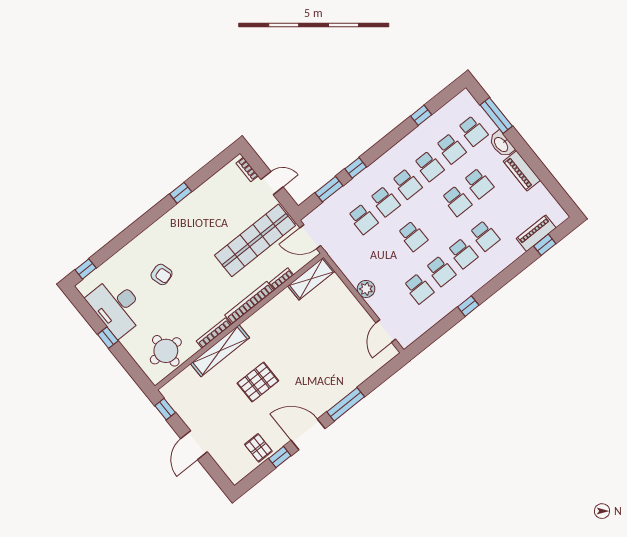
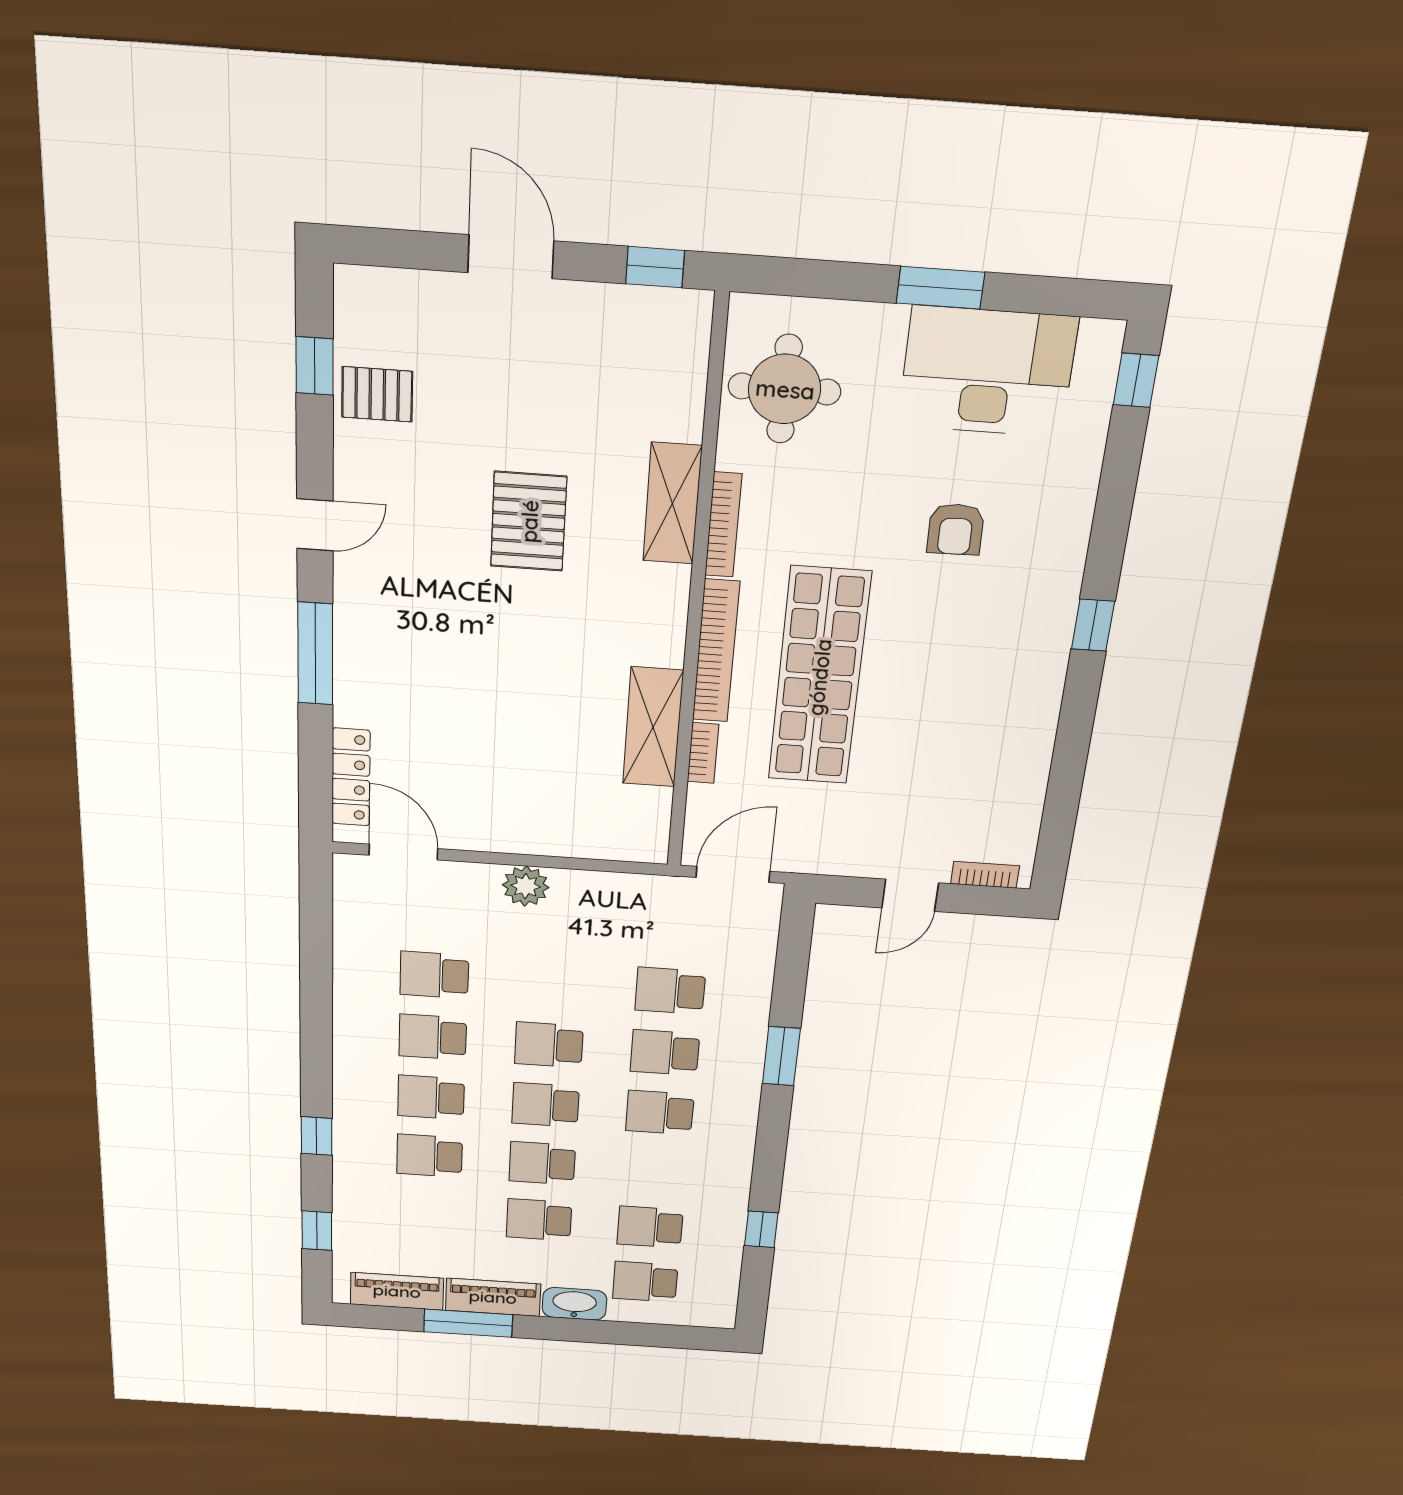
window: (496, 115) -> (468, 1323), moved
school desk: (429, 166) -> (546, 1105), moved
window: (356, 168) -> (781, 1056), width x1.50
window: (329, 189) -> (790, 981), removed
window: (181, 193) -> (1093, 625), moved
piano: (536, 233) -> (397, 1291), moved, turned -90
shop shelf: (255, 240) -> (819, 677), moved
armchair: (162, 274) -> (956, 529), turned -74
shelving: (311, 279) -> (653, 727), moved
window: (468, 306) -> (317, 1136), moved
window: (108, 338) -> (940, 288), width x1.50
shelving: (220, 351) -> (672, 504), width x0.68
locker: (375, 365) -> (351, 777), added
door: (308, 434) -> (315, 525), width x0.53
window: (280, 457) -> (315, 366), moved

